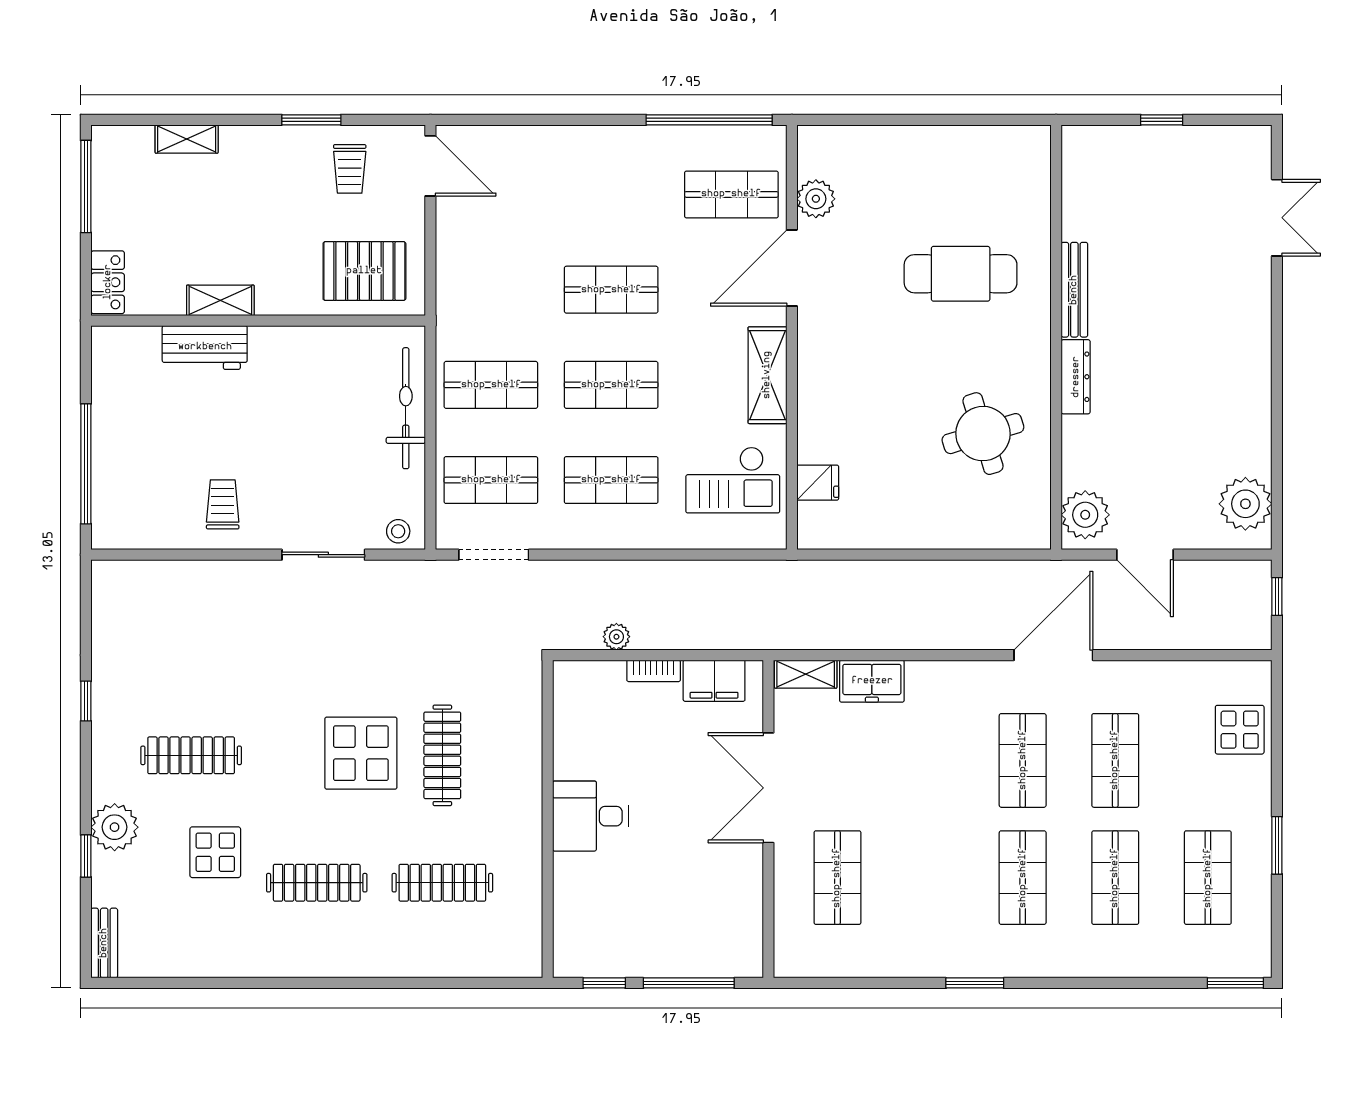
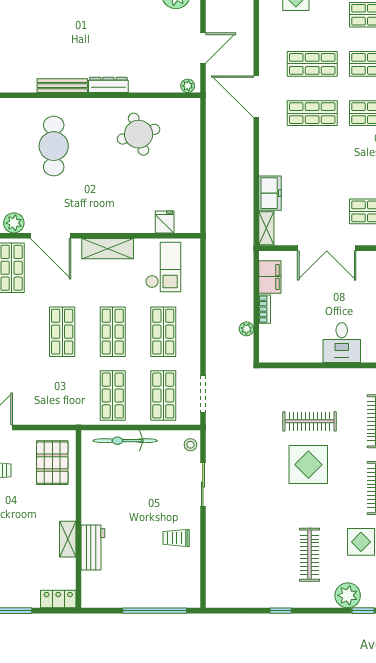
plant: (1085, 515) -> (188, 86), width x0.53, depth x0.53

